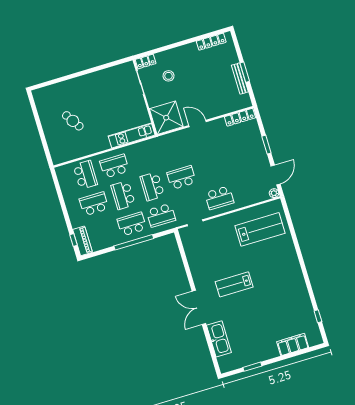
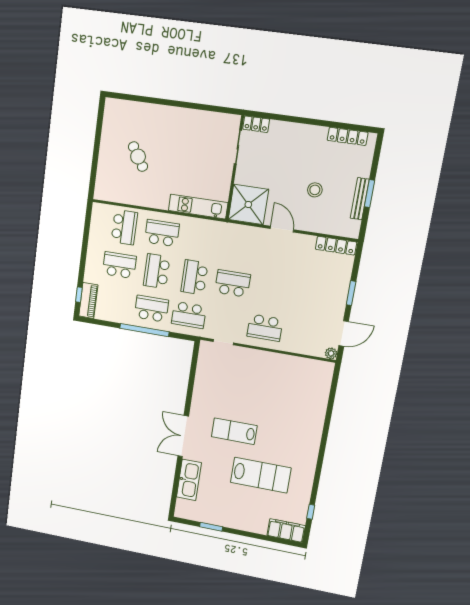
stool: (169, 76) -> (315, 190), moved
lab bench: (260, 229) -> (261, 475), moved
filing cabinet: (293, 345) -> (286, 530), moved

